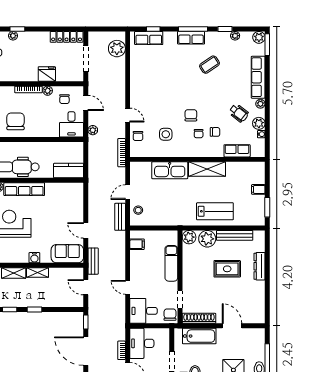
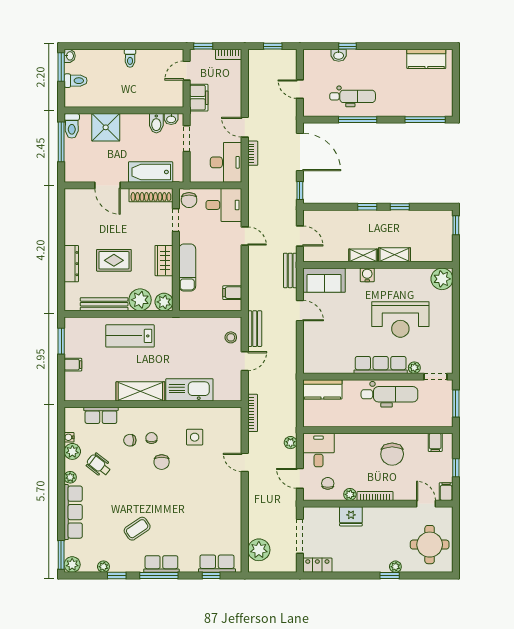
locker: (67, 37) -> (317, 565), width x0.66
chair: (138, 136) -> (231, 435), removed
wardrobe: (189, 269) -> (164, 261), added

